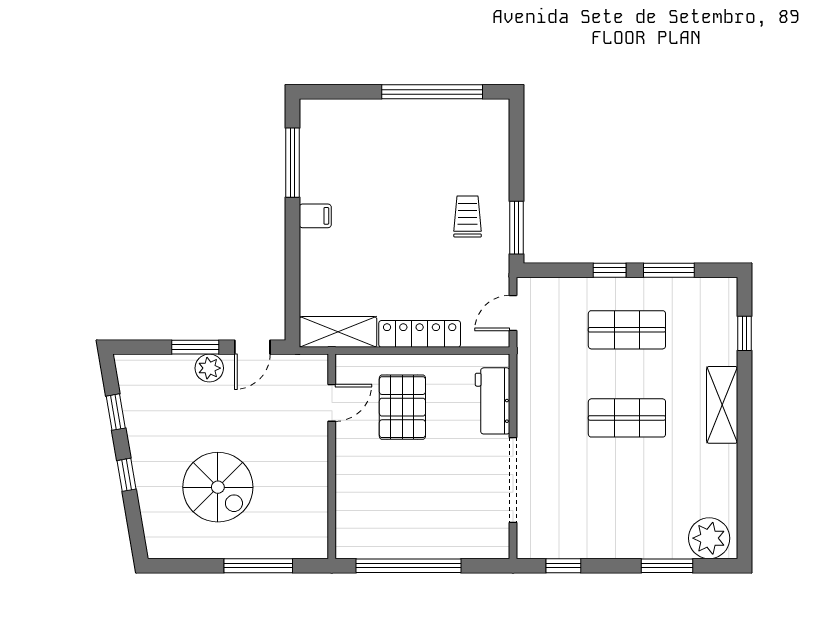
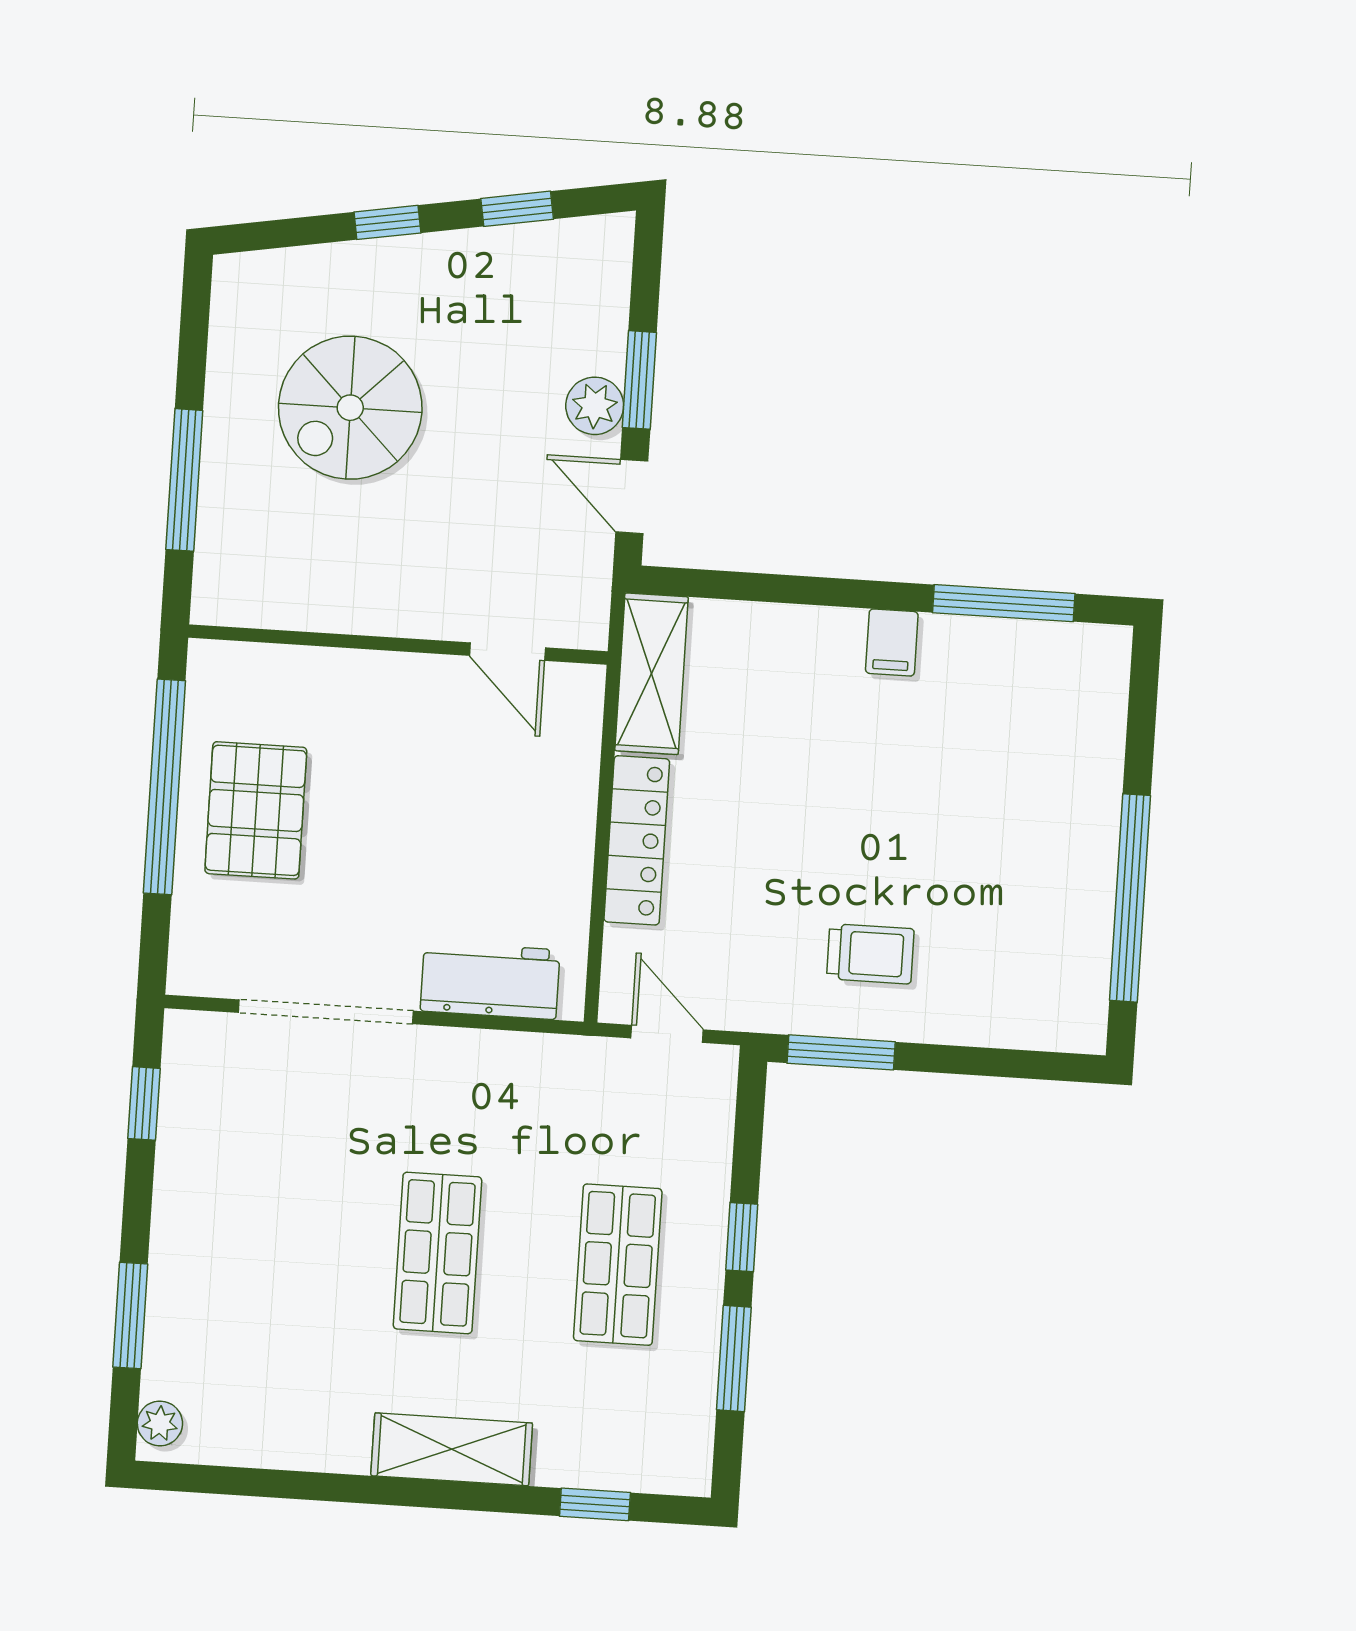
pallet: (402, 407) -> (256, 810), moved, turned 90
plant: (709, 538) -> (160, 1423), width x0.53, depth x0.53

